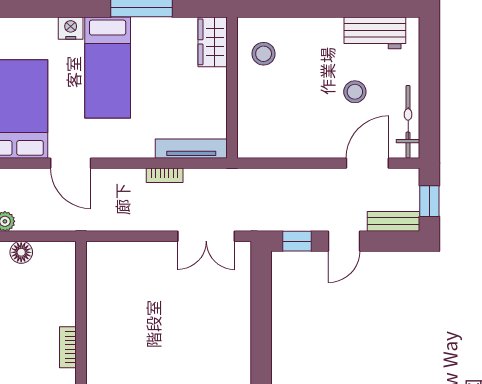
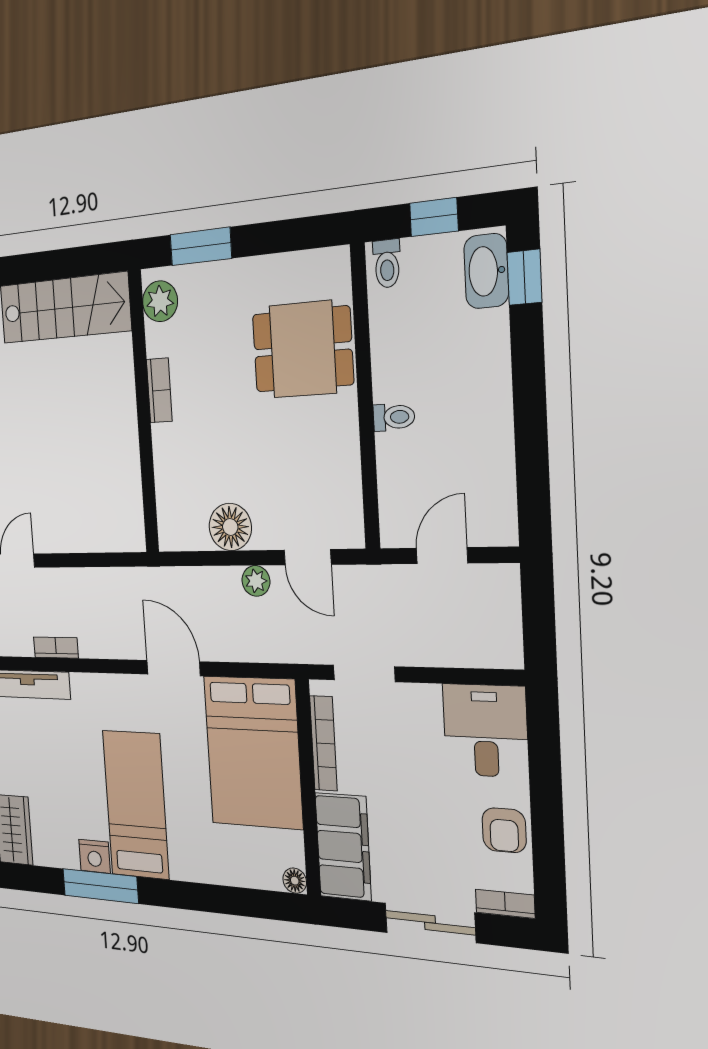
nightstand: (71, 28) -> (94, 856), moved
floor lamp: (21, 252) -> (230, 527), width x1.38, depth x1.38

